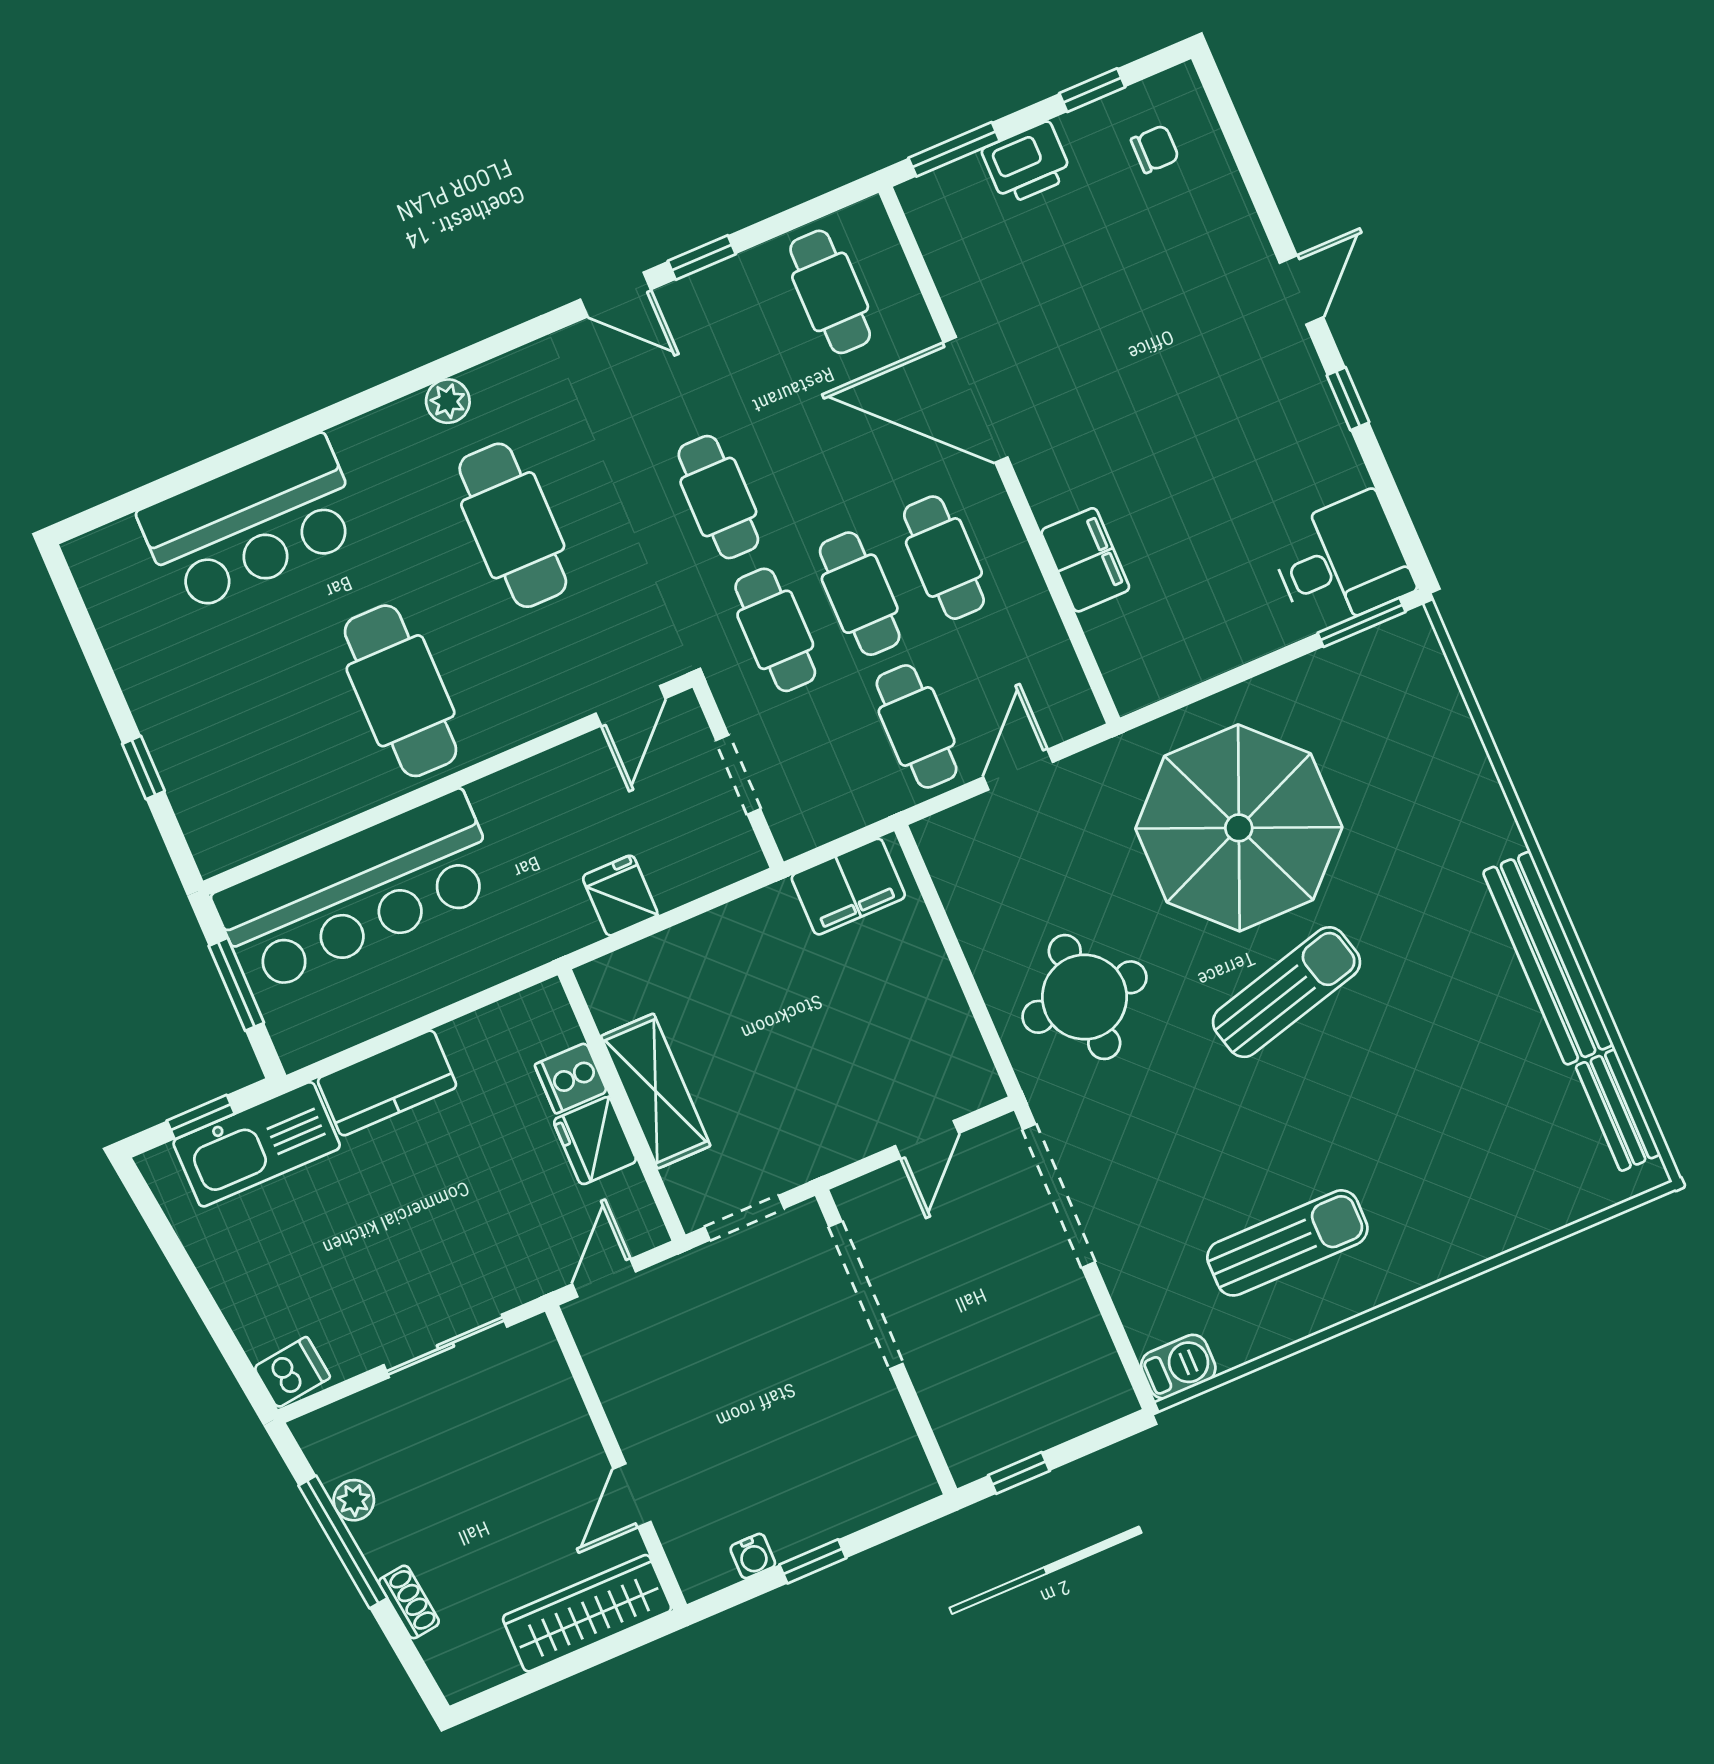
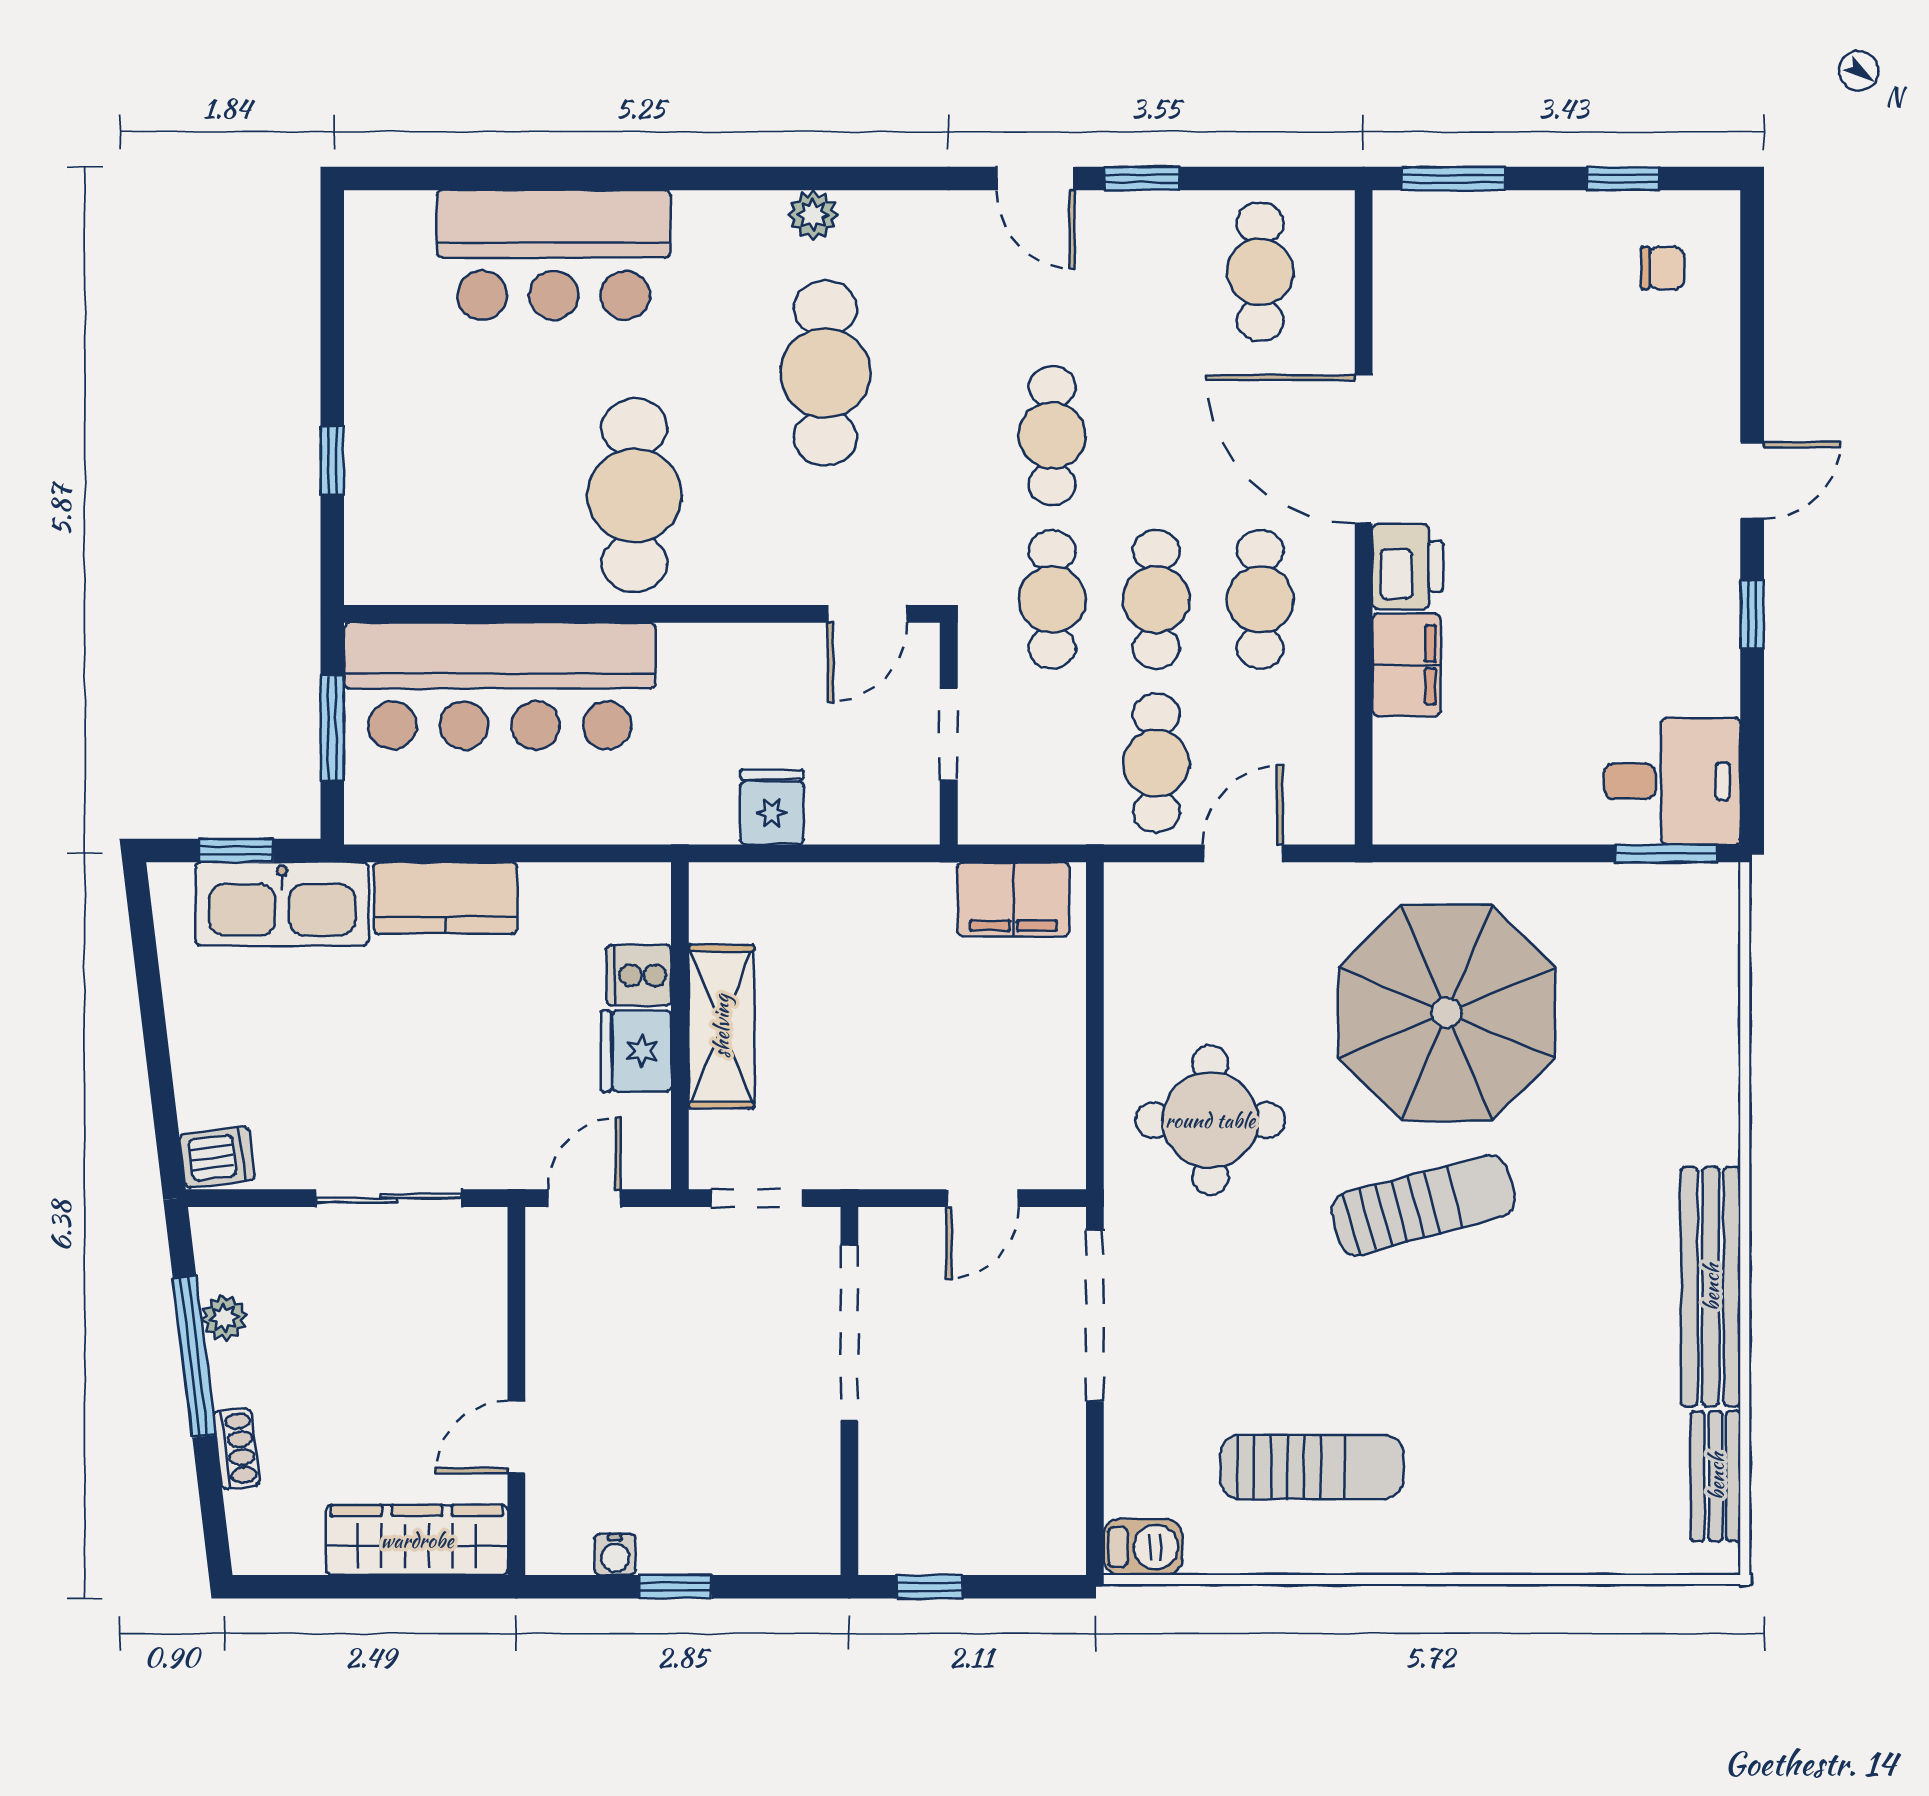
printer: (1027, 163) -> (1408, 566), moved, turned -90

